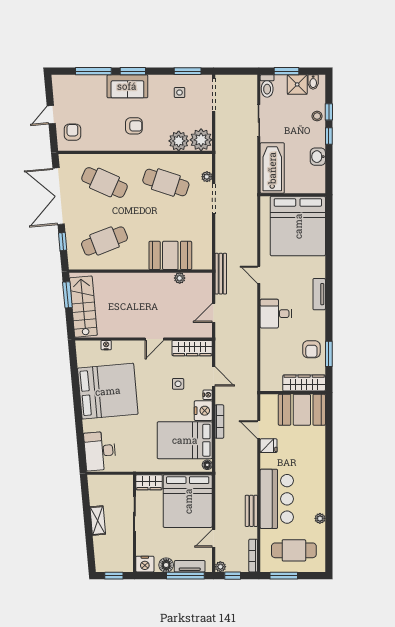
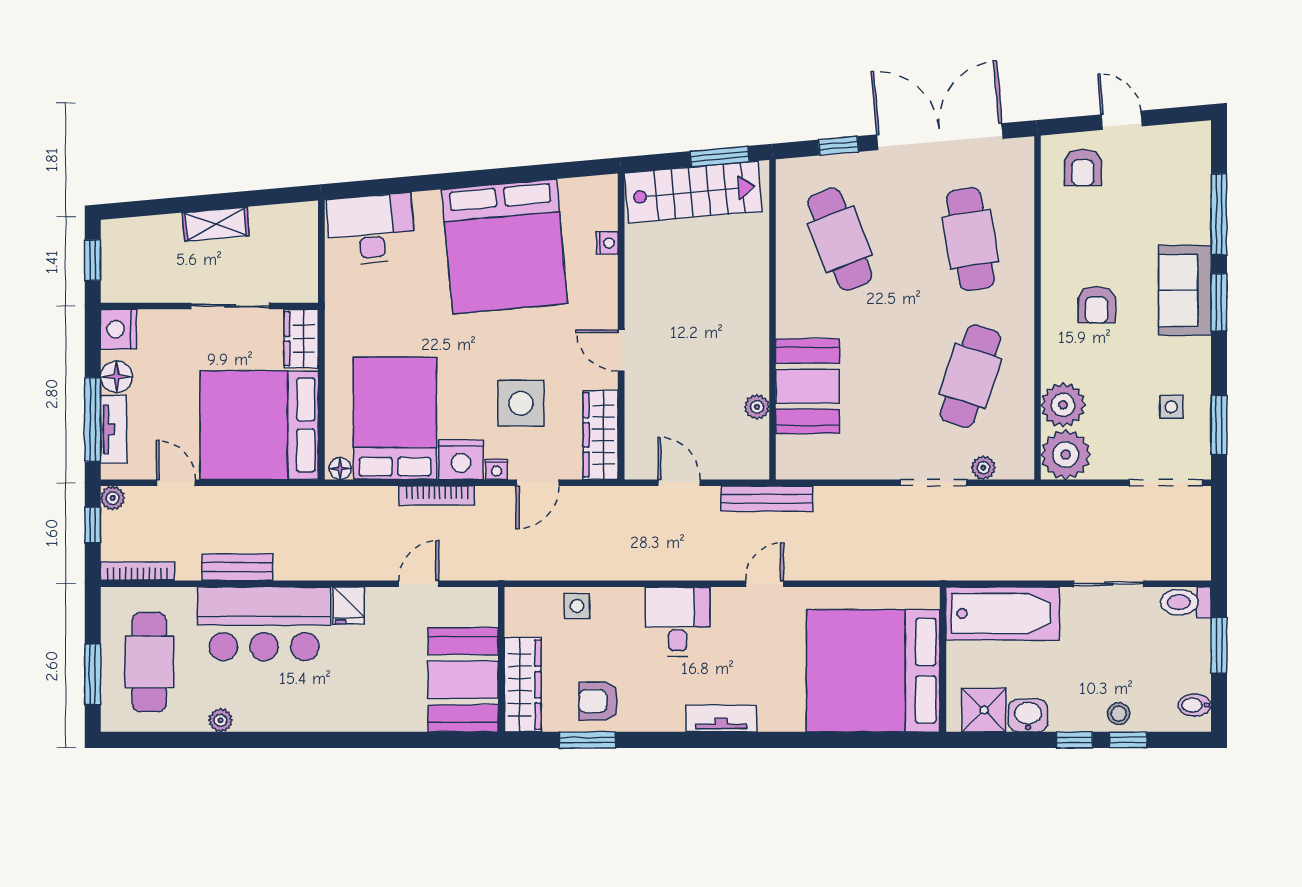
shower: (297, 84) -> (984, 710), moved
armchair: (72, 132) -> (1083, 168), turned 90
cafe table: (104, 182) -> (970, 239), turned -33
side table: (269, 359) -> (577, 606), added
side table: (178, 384) -> (521, 403), width x1.87, depth x1.87
fridge: (269, 446) -> (349, 606), moved
window: (284, 576) -> (93, 674), moved

